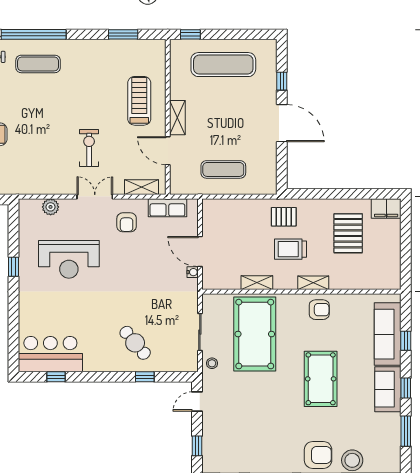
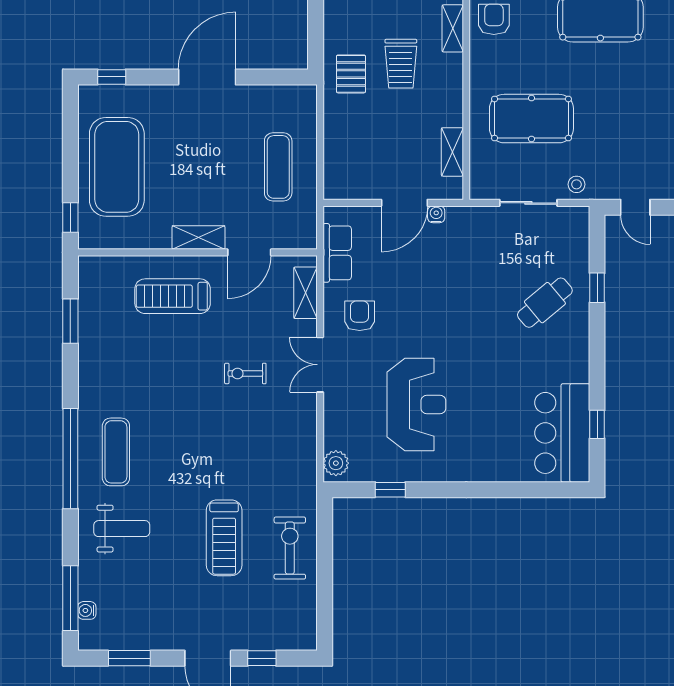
exercise mat: (223, 65) -> (117, 167), width x1.47
window: (282, 81) -> (112, 77), moved
exercise bike: (89, 148) -> (245, 373), width x0.73, depth x0.72
plant: (51, 207) -> (336, 463), moved
armchair: (127, 222) -> (360, 316), turned -90
window: (14, 267) -> (390, 490), moved
shelving: (257, 283) -> (452, 152), moved
pool table: (255, 334) -> (531, 119), width x0.73, depth x0.76

